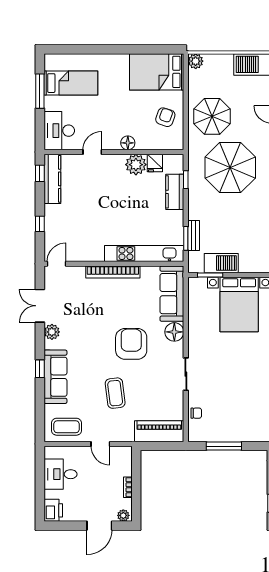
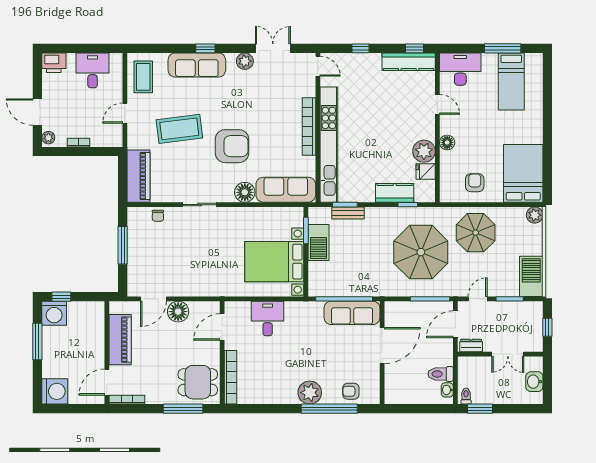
armchair: (165, 117) -> (475, 183), turned -109
kitchen unit: (144, 253) -> (329, 145), width x1.36
coffee table: (115, 393) -> (179, 129), width x1.36, depth x1.32

